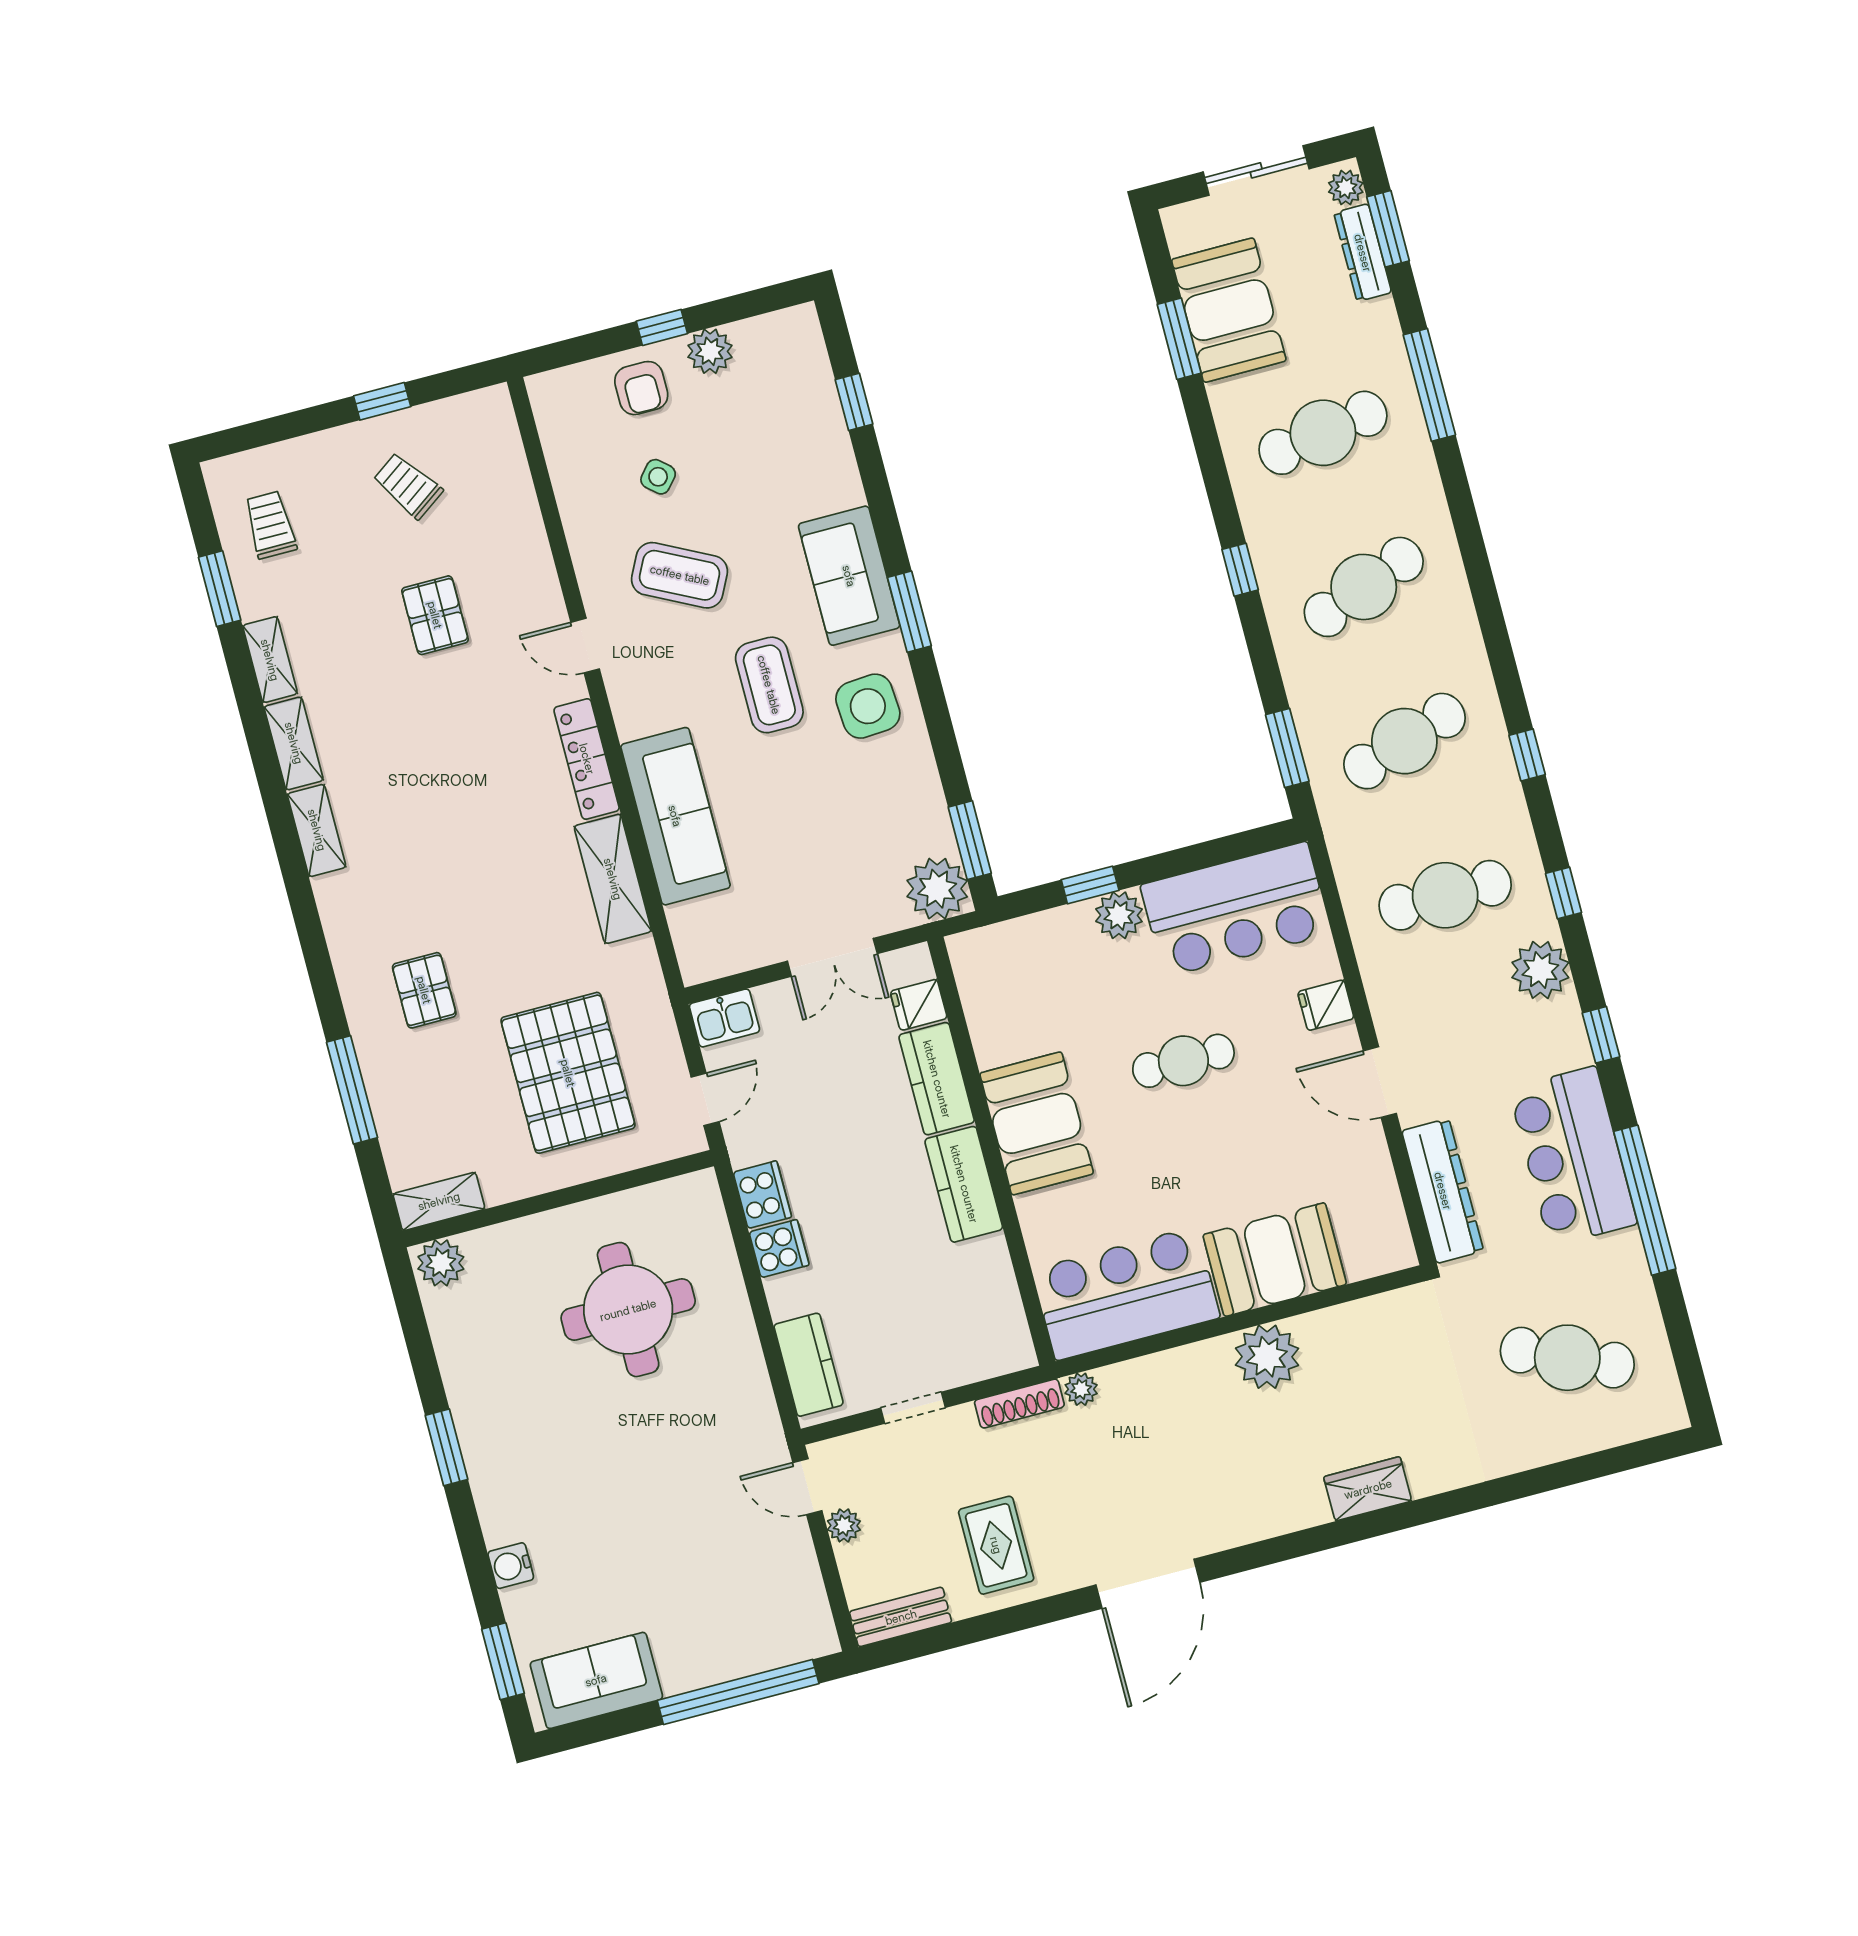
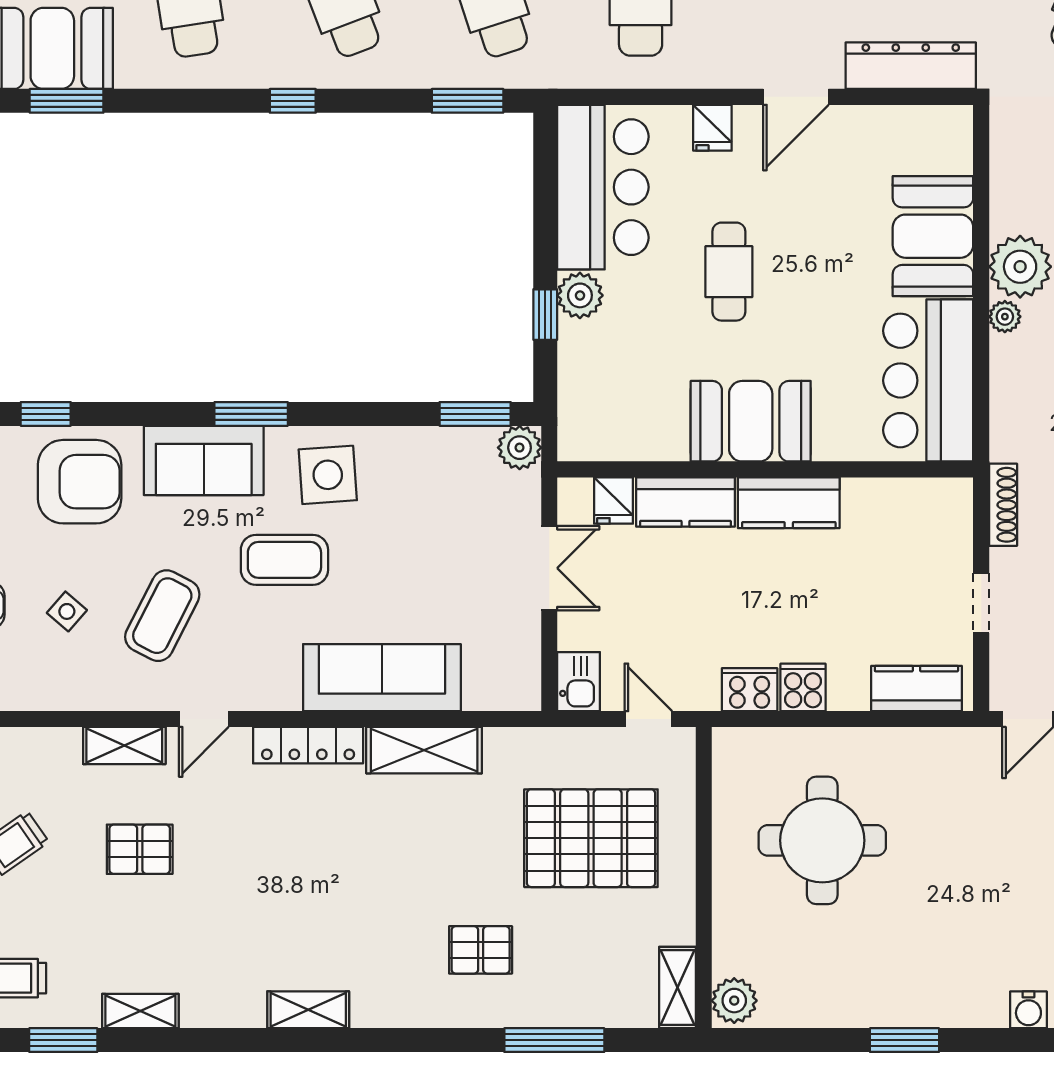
armchair: (794, 455) -> (80, 482), added
shelving: (294, 743) -> (124, 746), moved
plant: (937, 889) -> (520, 448), width x0.73, depth x0.73
plant: (1081, 1389) -> (1005, 317), moved

